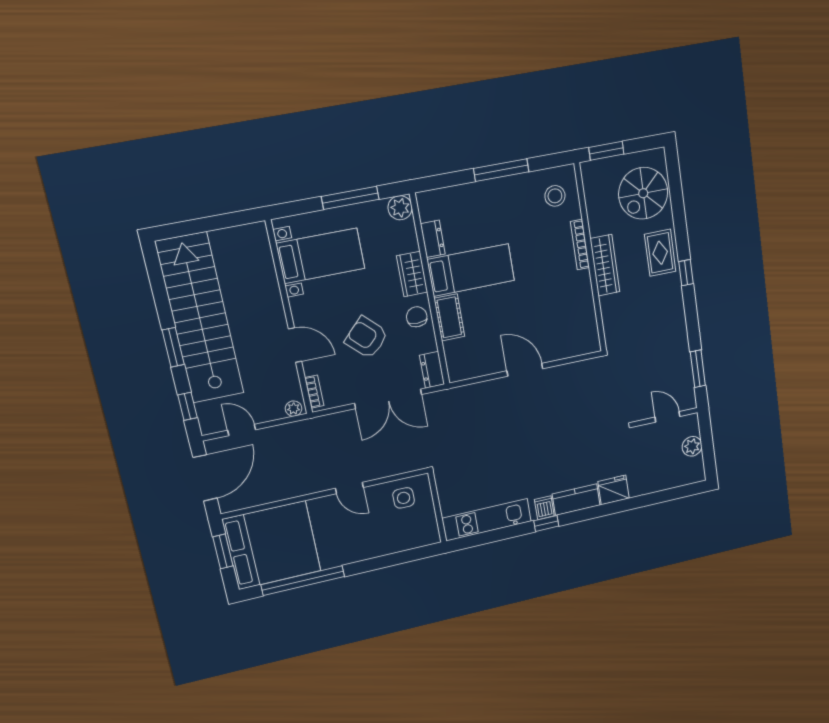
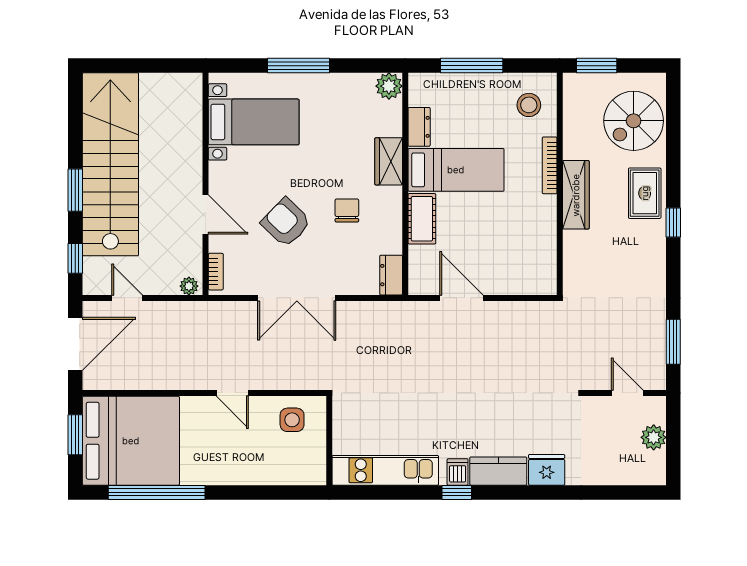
plant: (400, 208) -> (389, 86), moved
dresser: (433, 239) -> (419, 127), moved
bed: (471, 270) -> (456, 170), moved
wardrobe: (412, 274) -> (389, 161), moved
wall: (430, 291) -> (405, 184), moved
cot: (449, 317) -> (422, 219), moved
dresser: (432, 370) -> (391, 275), moved

